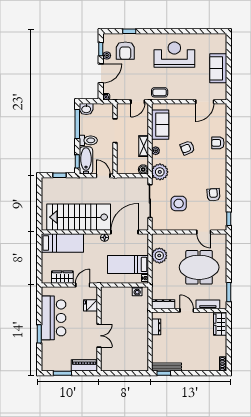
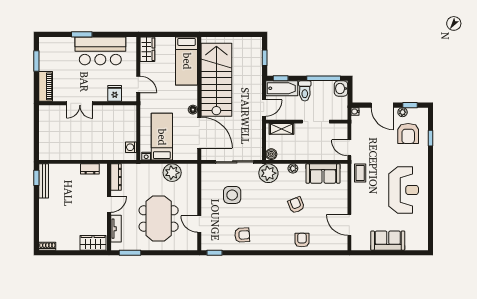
armchair: (125, 51) -> (408, 133), turned -90
shelving: (144, 146) -> (281, 129), moved
door: (204, 232) -> (199, 224), hinge flipped
wardrobe: (62, 277) -> (147, 49), moved

